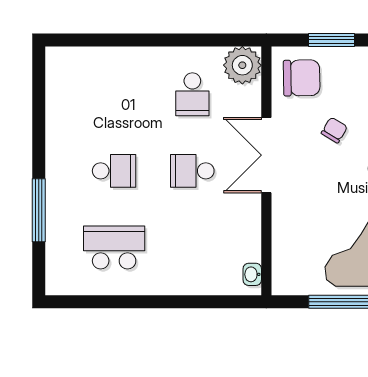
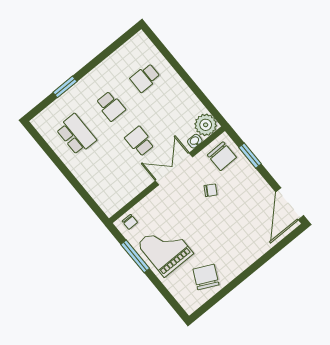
school desk: (192, 94) -> (145, 78), moved
window: (39, 210) -> (65, 87), width x0.69
chair: (288, 271) -> (130, 222), added
washbasin: (252, 274) -> (195, 141), moved

